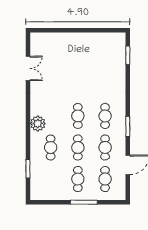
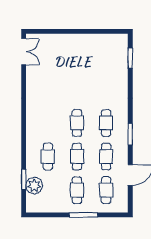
double door: (28, 68) -> (24, 52), moved
plant: (38, 123) -> (34, 185), moved

